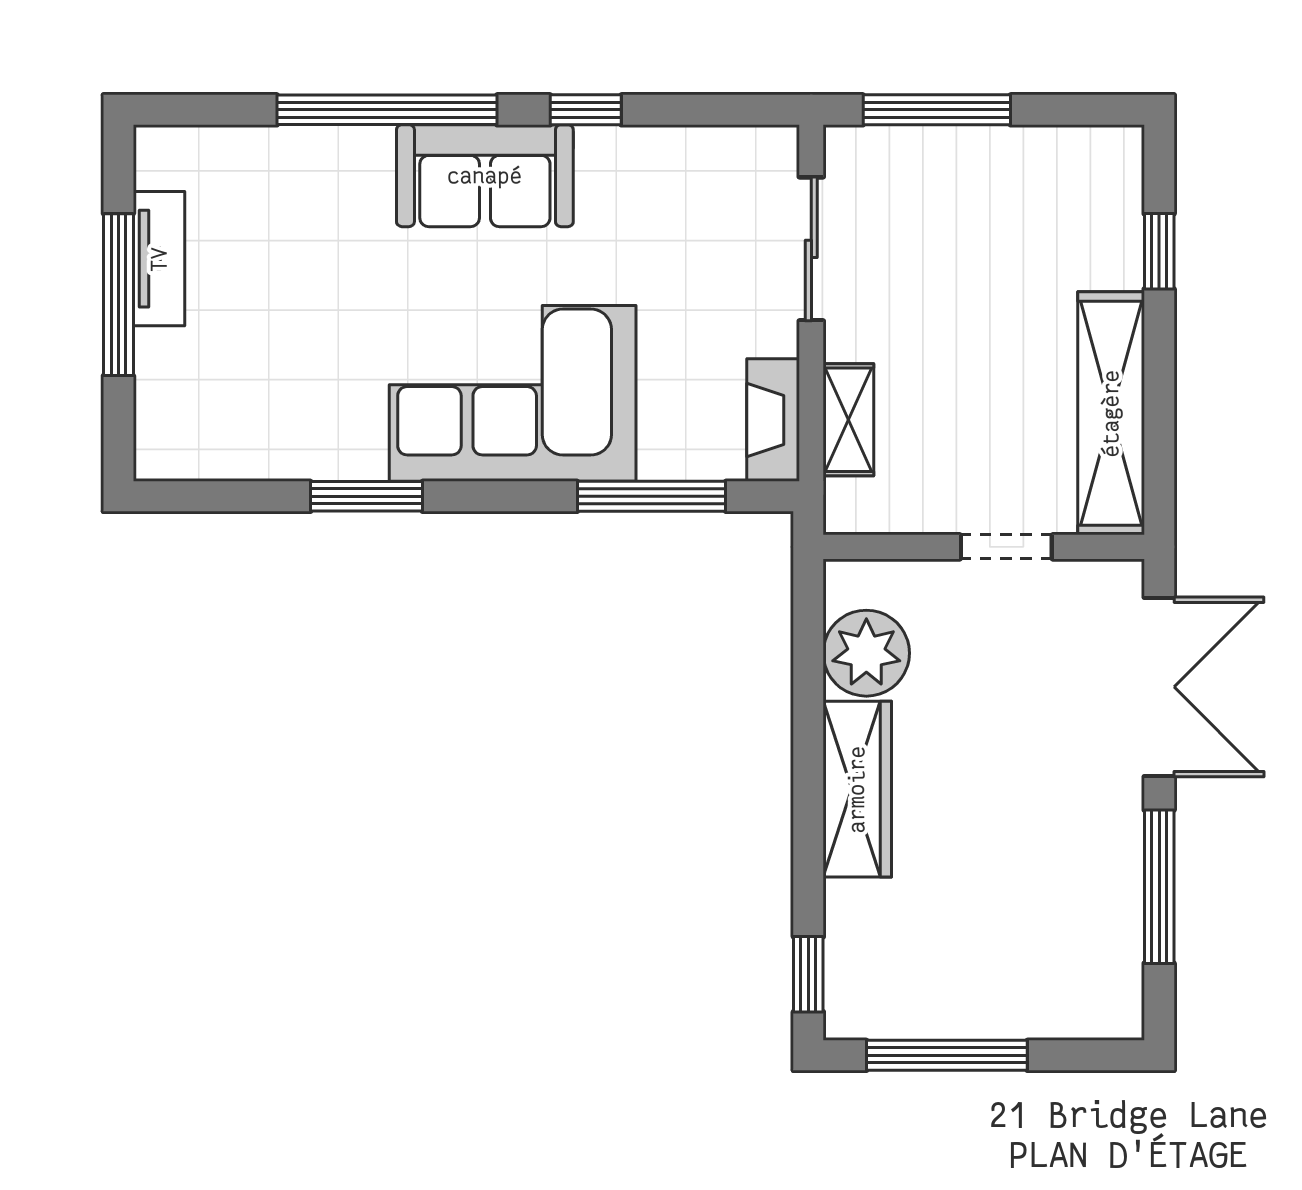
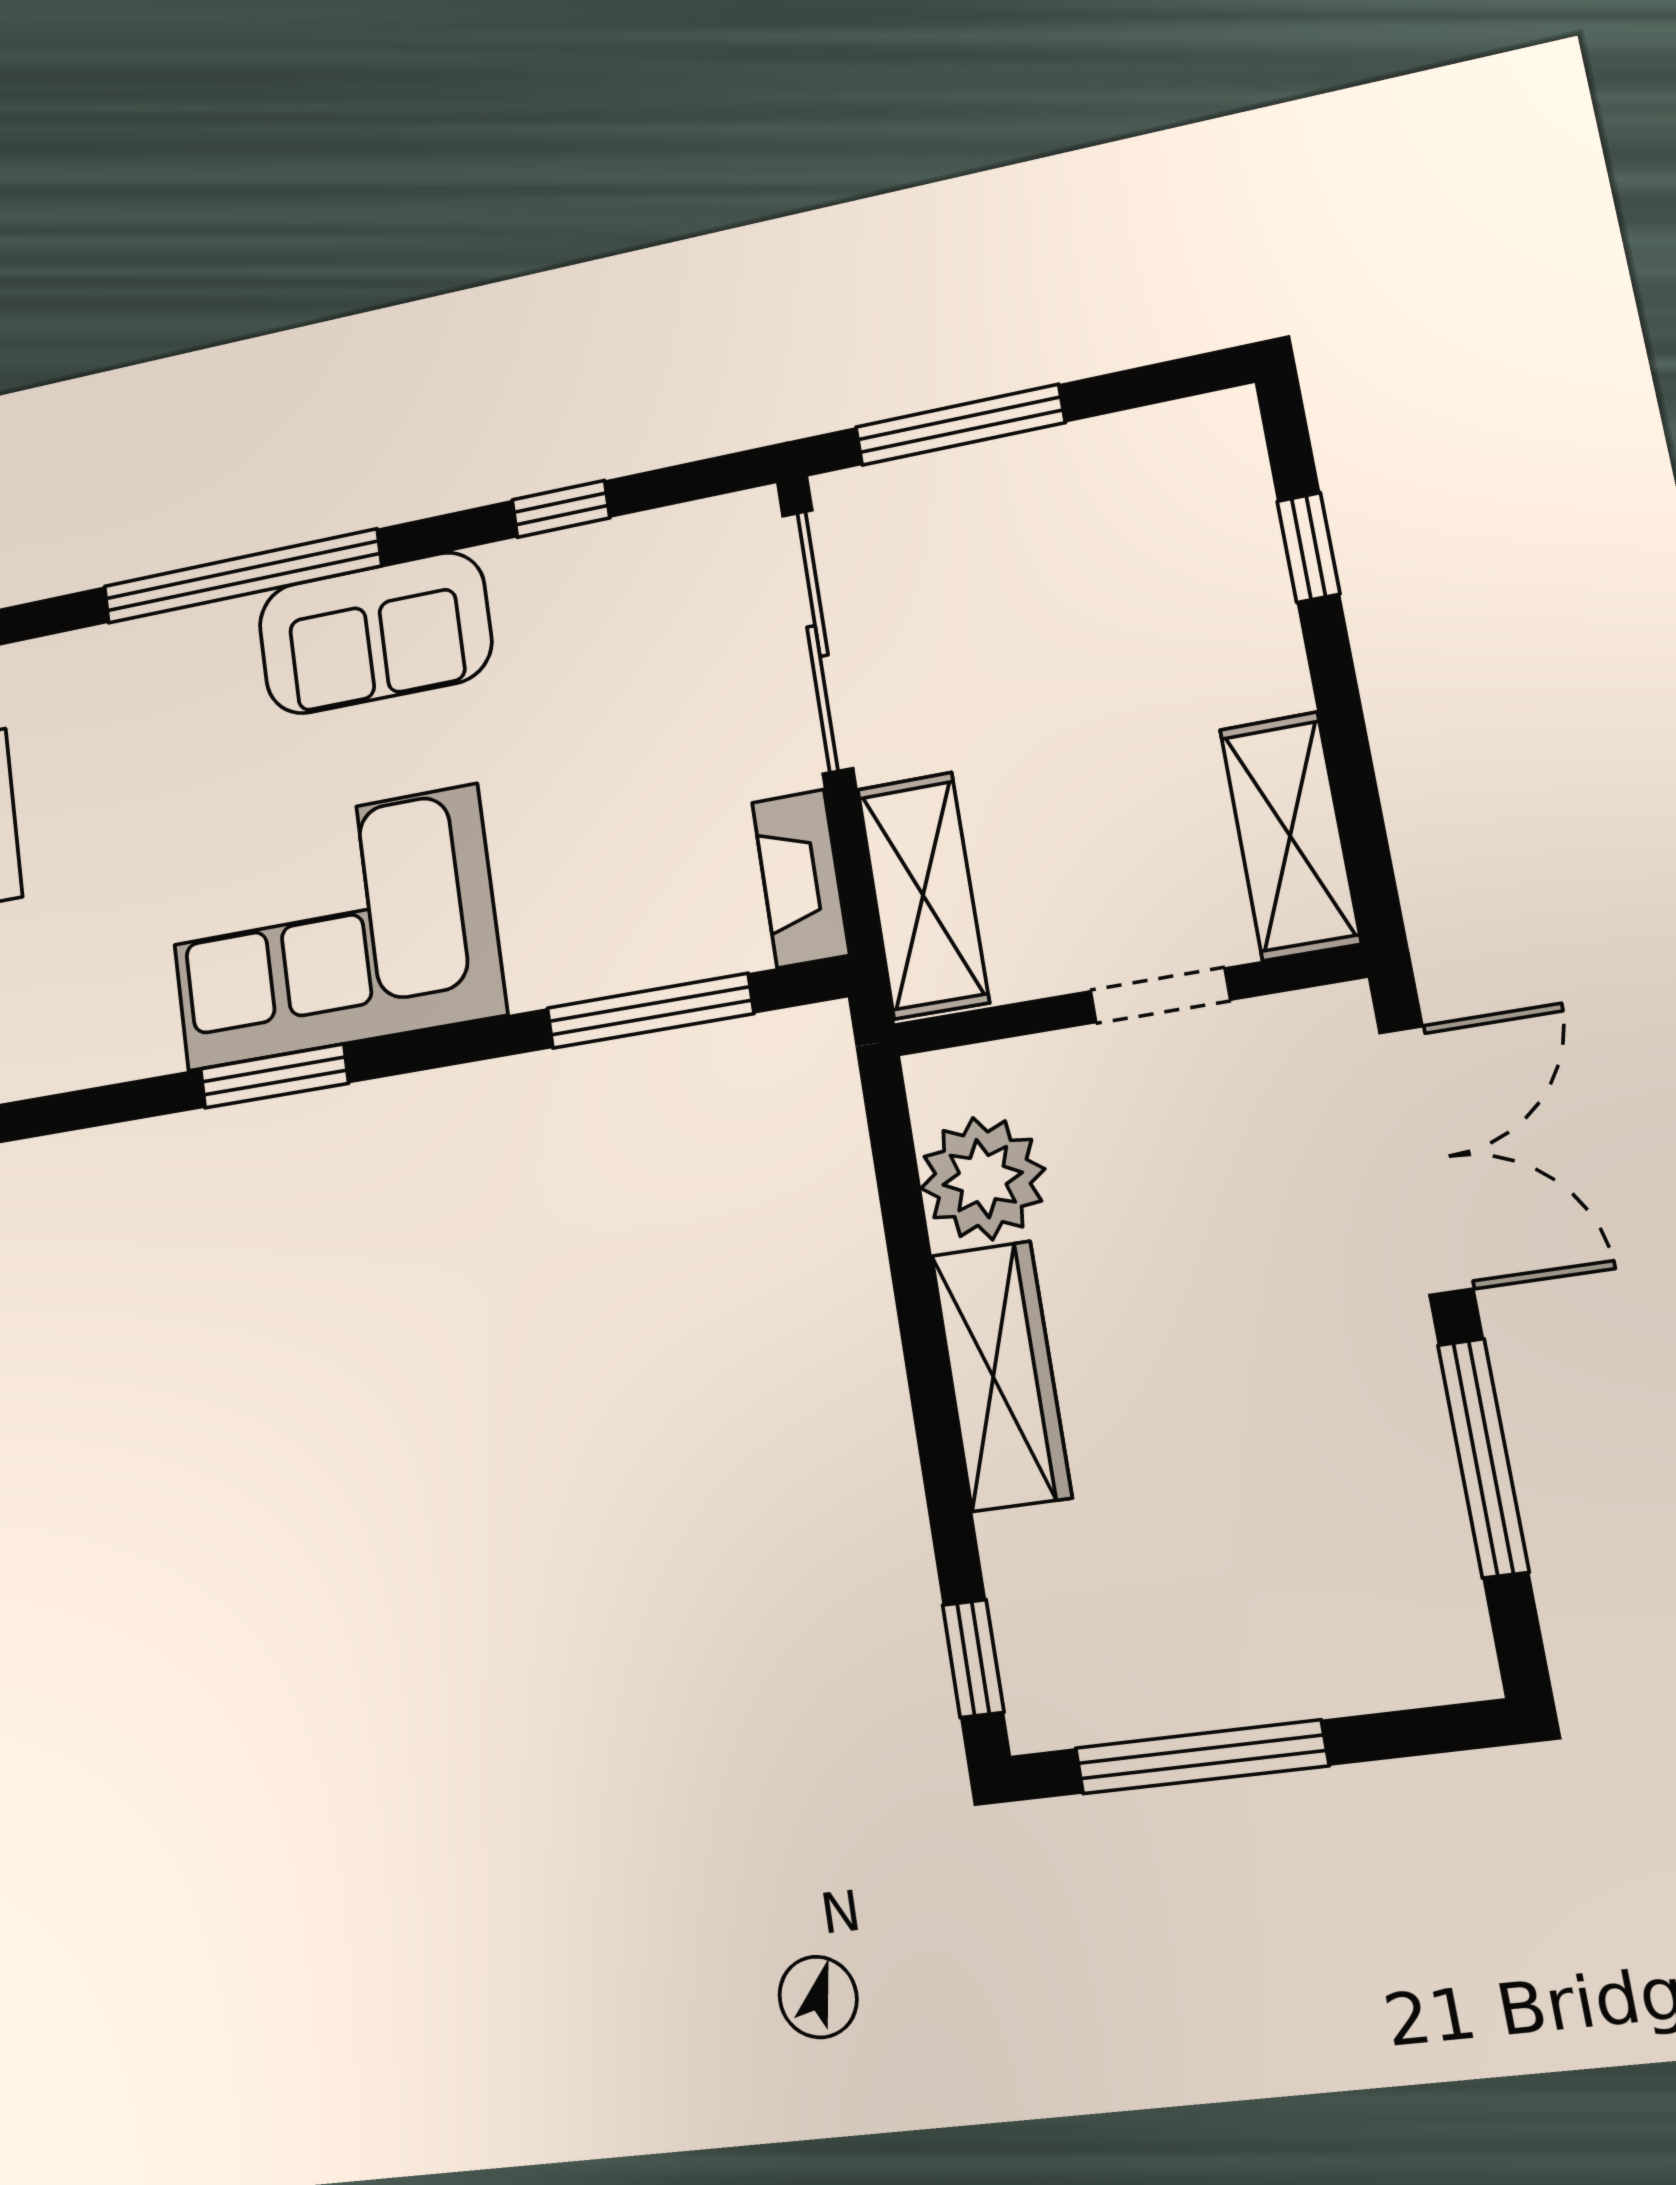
window: (586, 110) -> (561, 509), moved
sliding door: (811, 249) -> (817, 641), width x1.37
corner sofa: (513, 393) -> (332, 928), moved
shelving: (1111, 413) -> (1290, 836), width x0.68
shelving: (848, 420) -> (923, 895), width x1.50, depth x1.33

